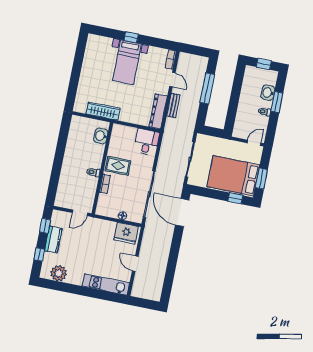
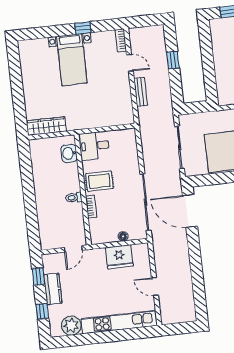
window: (131, 37) -> (83, 28), moved
window: (207, 88) -> (173, 60), width x0.46
wardrobe: (103, 111) -> (46, 126), moved
dresser: (158, 111) -> (125, 104), removed
desk: (147, 142) -> (94, 146), moved, turned -90
fridge: (126, 233) -> (119, 257), moved
kitchen unit: (106, 284) -> (119, 322), width x1.36

